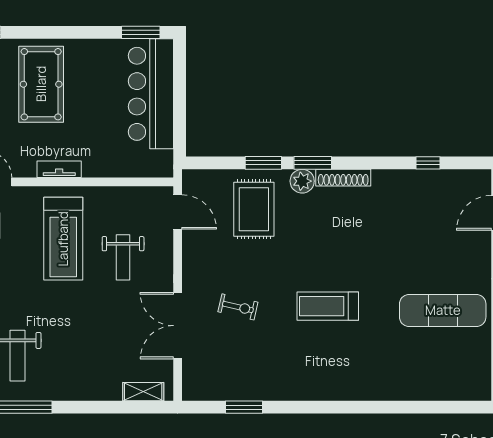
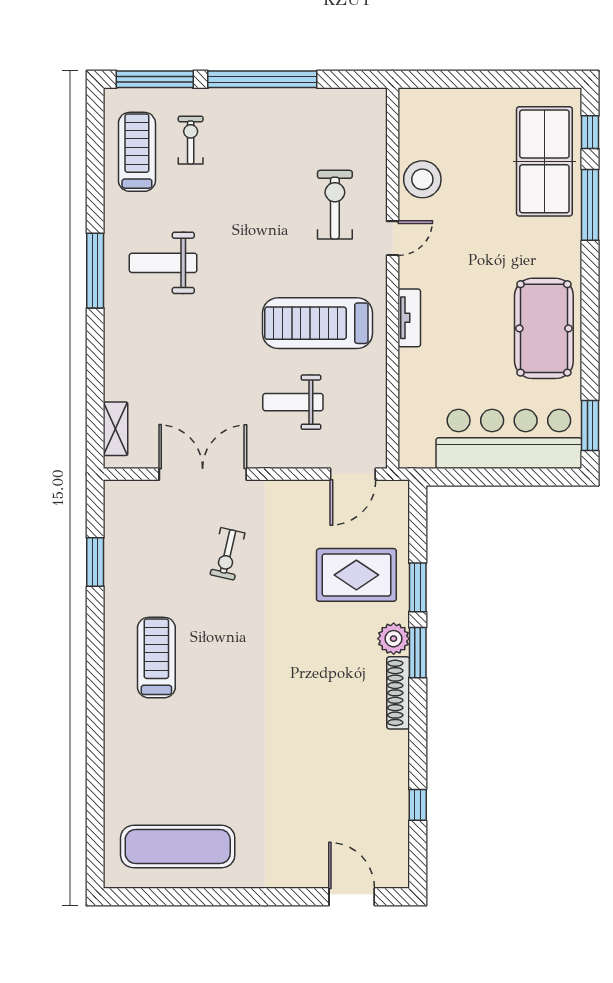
pool table: (41, 84) -> (544, 328), moved, turned 90
treadmill: (328, 306) -> (156, 658), moved
exercise mat: (443, 310) -> (178, 847), moved, turned 90

